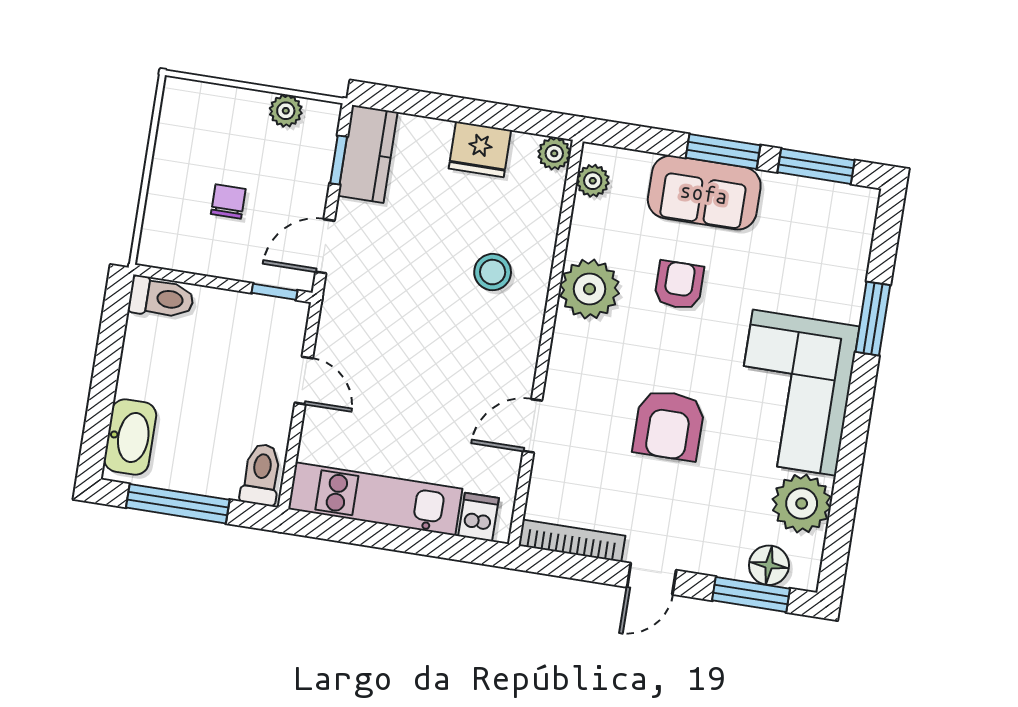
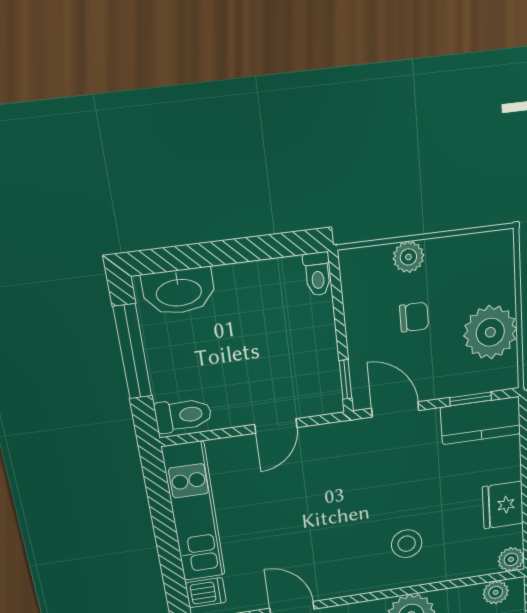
plant: (286, 111) -> (490, 332), width x1.87, depth x1.87
plant: (163, 193) -> (408, 257), added
toilet: (161, 298) -> (317, 274), width x0.73, depth x0.72

